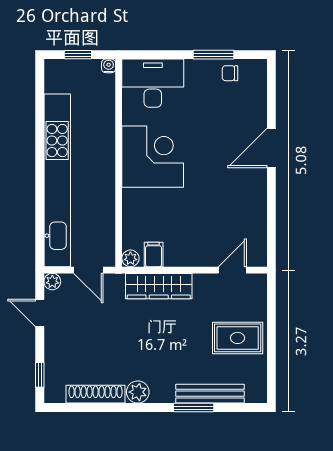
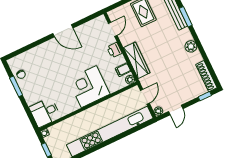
desk: (153, 83) -> (45, 112), width x0.73
door: (271, 148) -> (63, 31), moved
corner desk: (153, 157) -> (89, 87), moved
printer: (195, 256) -> (114, 50), added
door: (232, 270) -> (113, 29), swing flipped
shoe rack: (96, 394) -> (206, 76), moved

